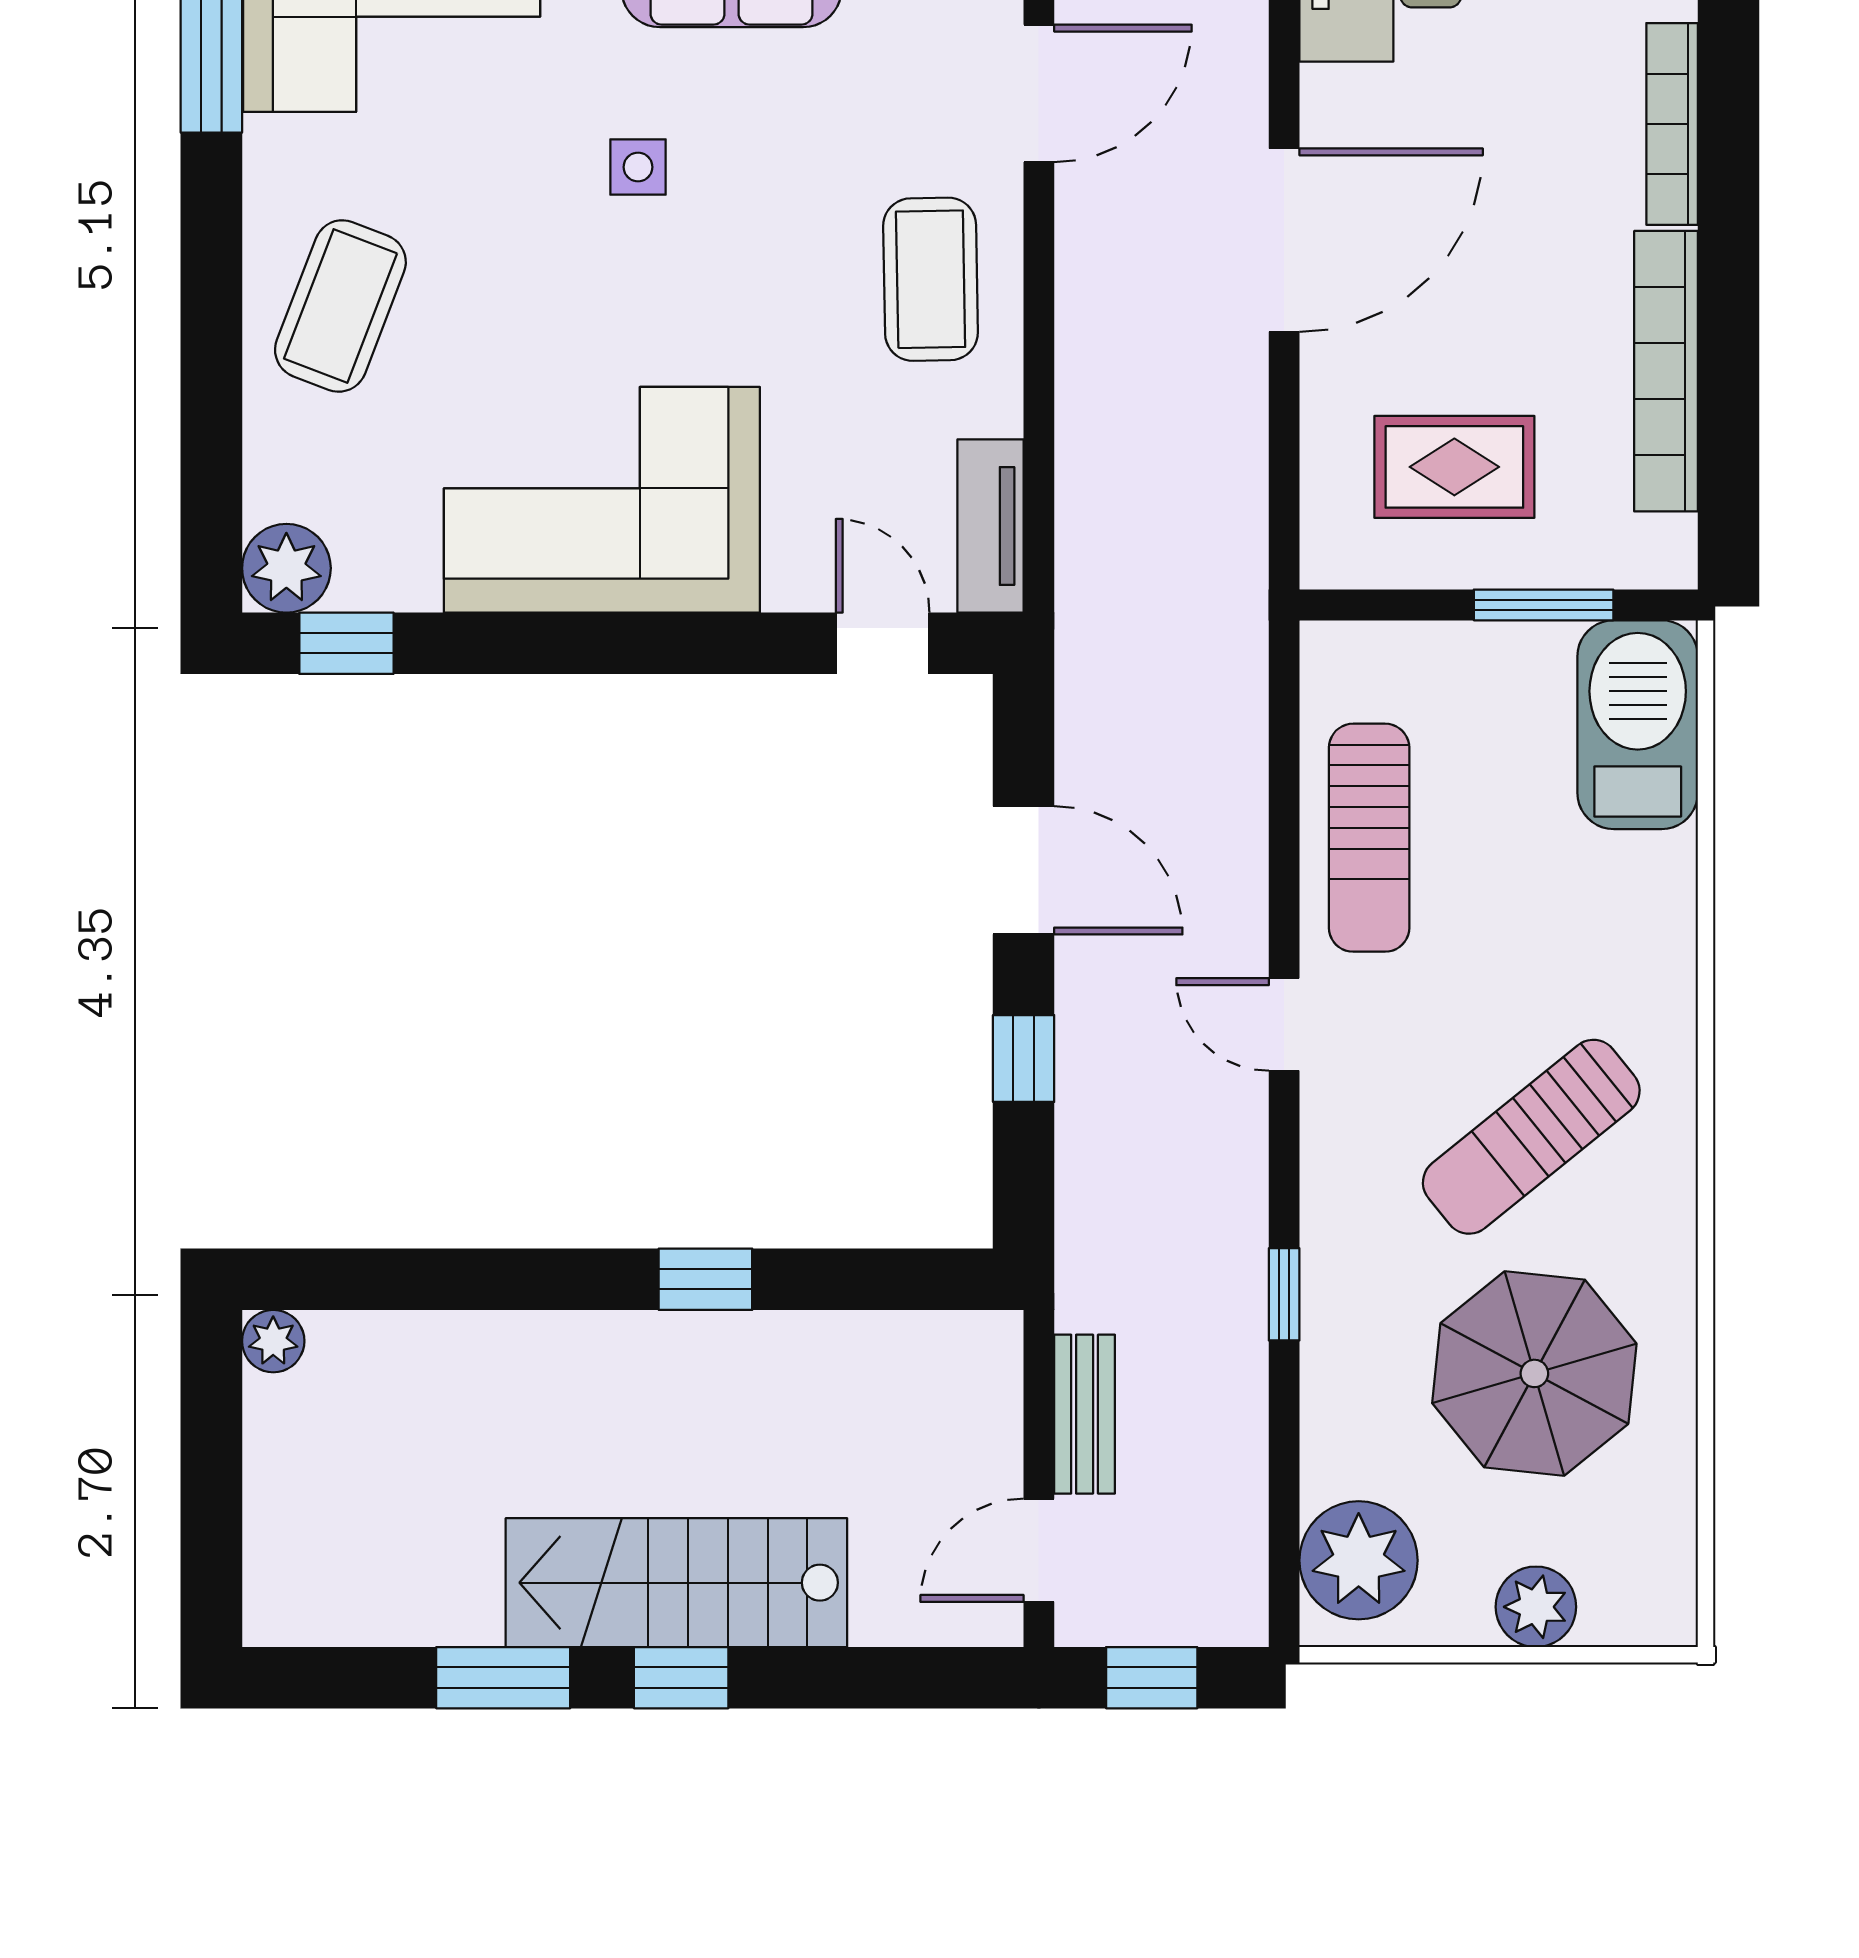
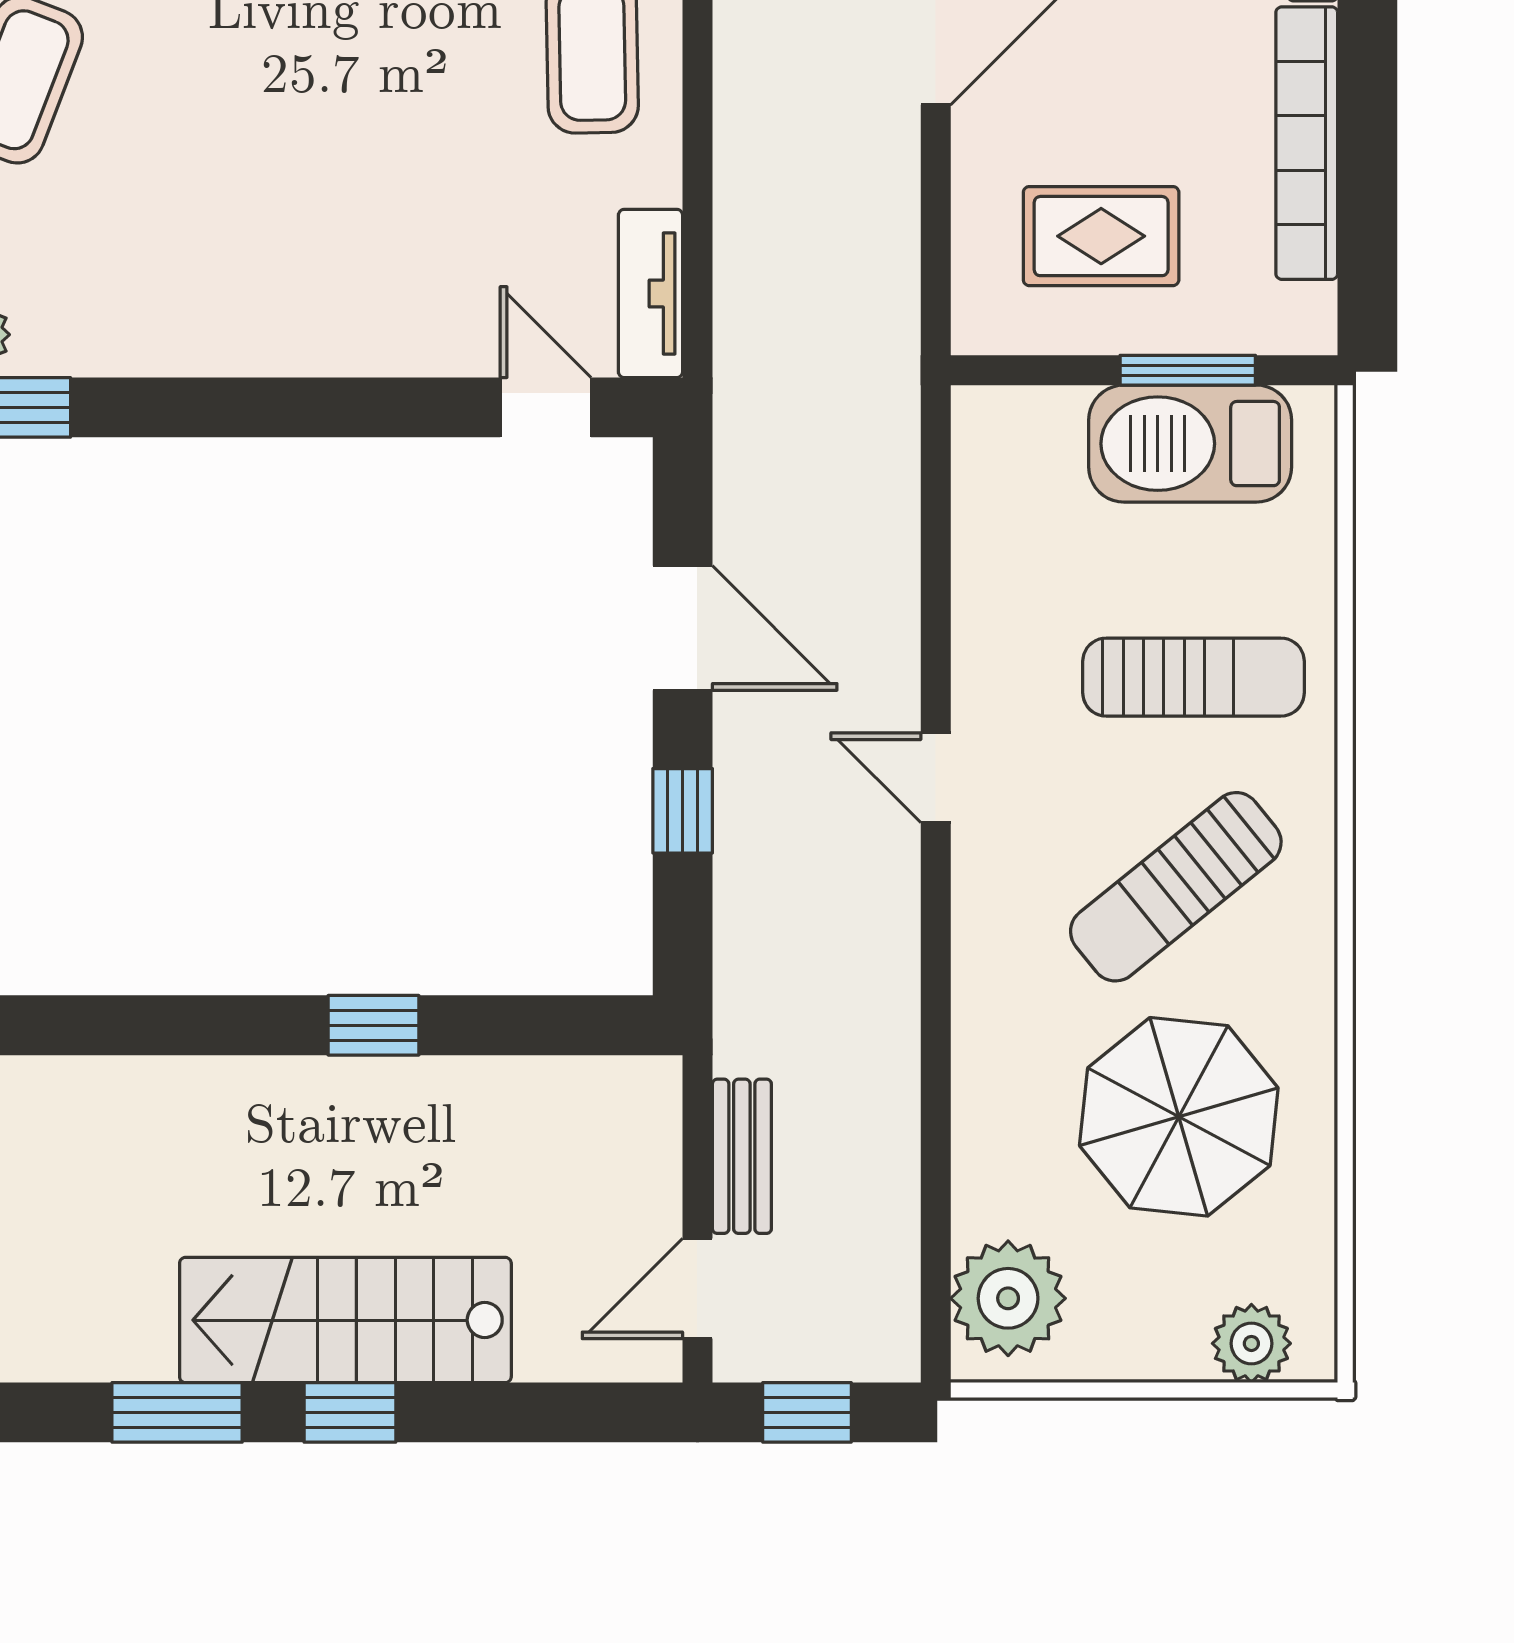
corner sofa: (602, 500) -> (273, 268), removed
barbecue: (1638, 725) -> (1190, 444), moved, turned -90
sun lounger: (1369, 838) -> (1193, 677), moved, turned -90
window: (1284, 1294) -> (936, 1040), removed
plant: (1536, 1607) -> (1251, 1343), moved

